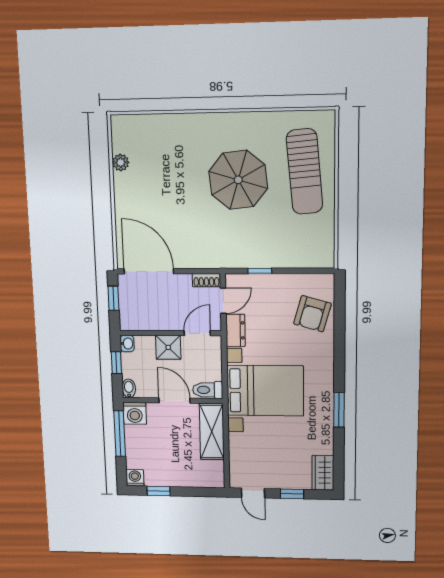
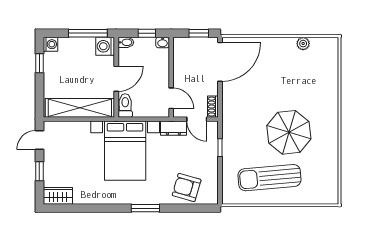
sun lounger: (305, 172) -> (269, 178), moved
shower: (168, 347) -> (160, 75), removed
window: (339, 410) -> (145, 208), moved
shelving: (212, 432) -> (80, 108), width x1.47

